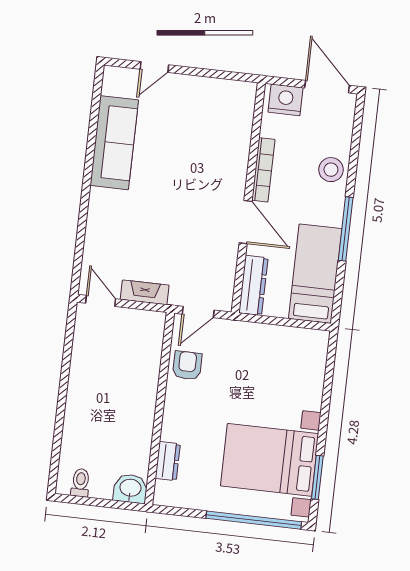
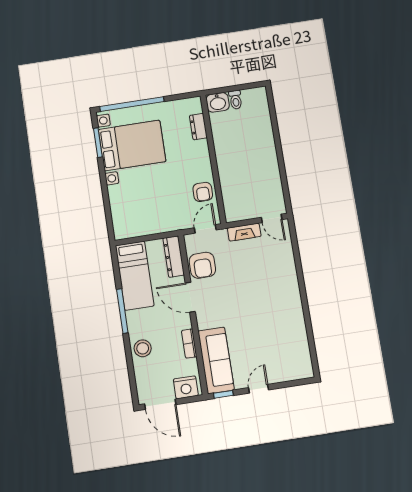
door: (154, 67) -> (259, 389), moved
window: (236, 76) -> (223, 394), added
sofa: (114, 143) -> (216, 360), moved, turned 180
bookcase: (263, 170) -> (189, 344), width x0.64
armchair: (216, 262) -> (202, 265), added
toilet: (80, 483) -> (236, 100), moved

